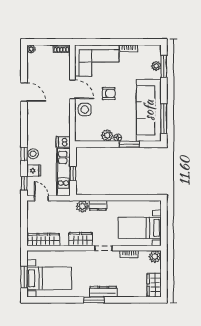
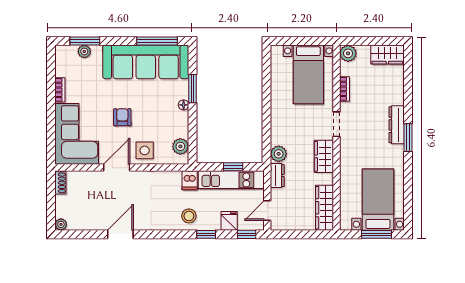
plant: (107, 135) -> (180, 146), moved
stool: (33, 154) -> (189, 216), moved
dresser: (98, 205) -> (277, 175), moved

